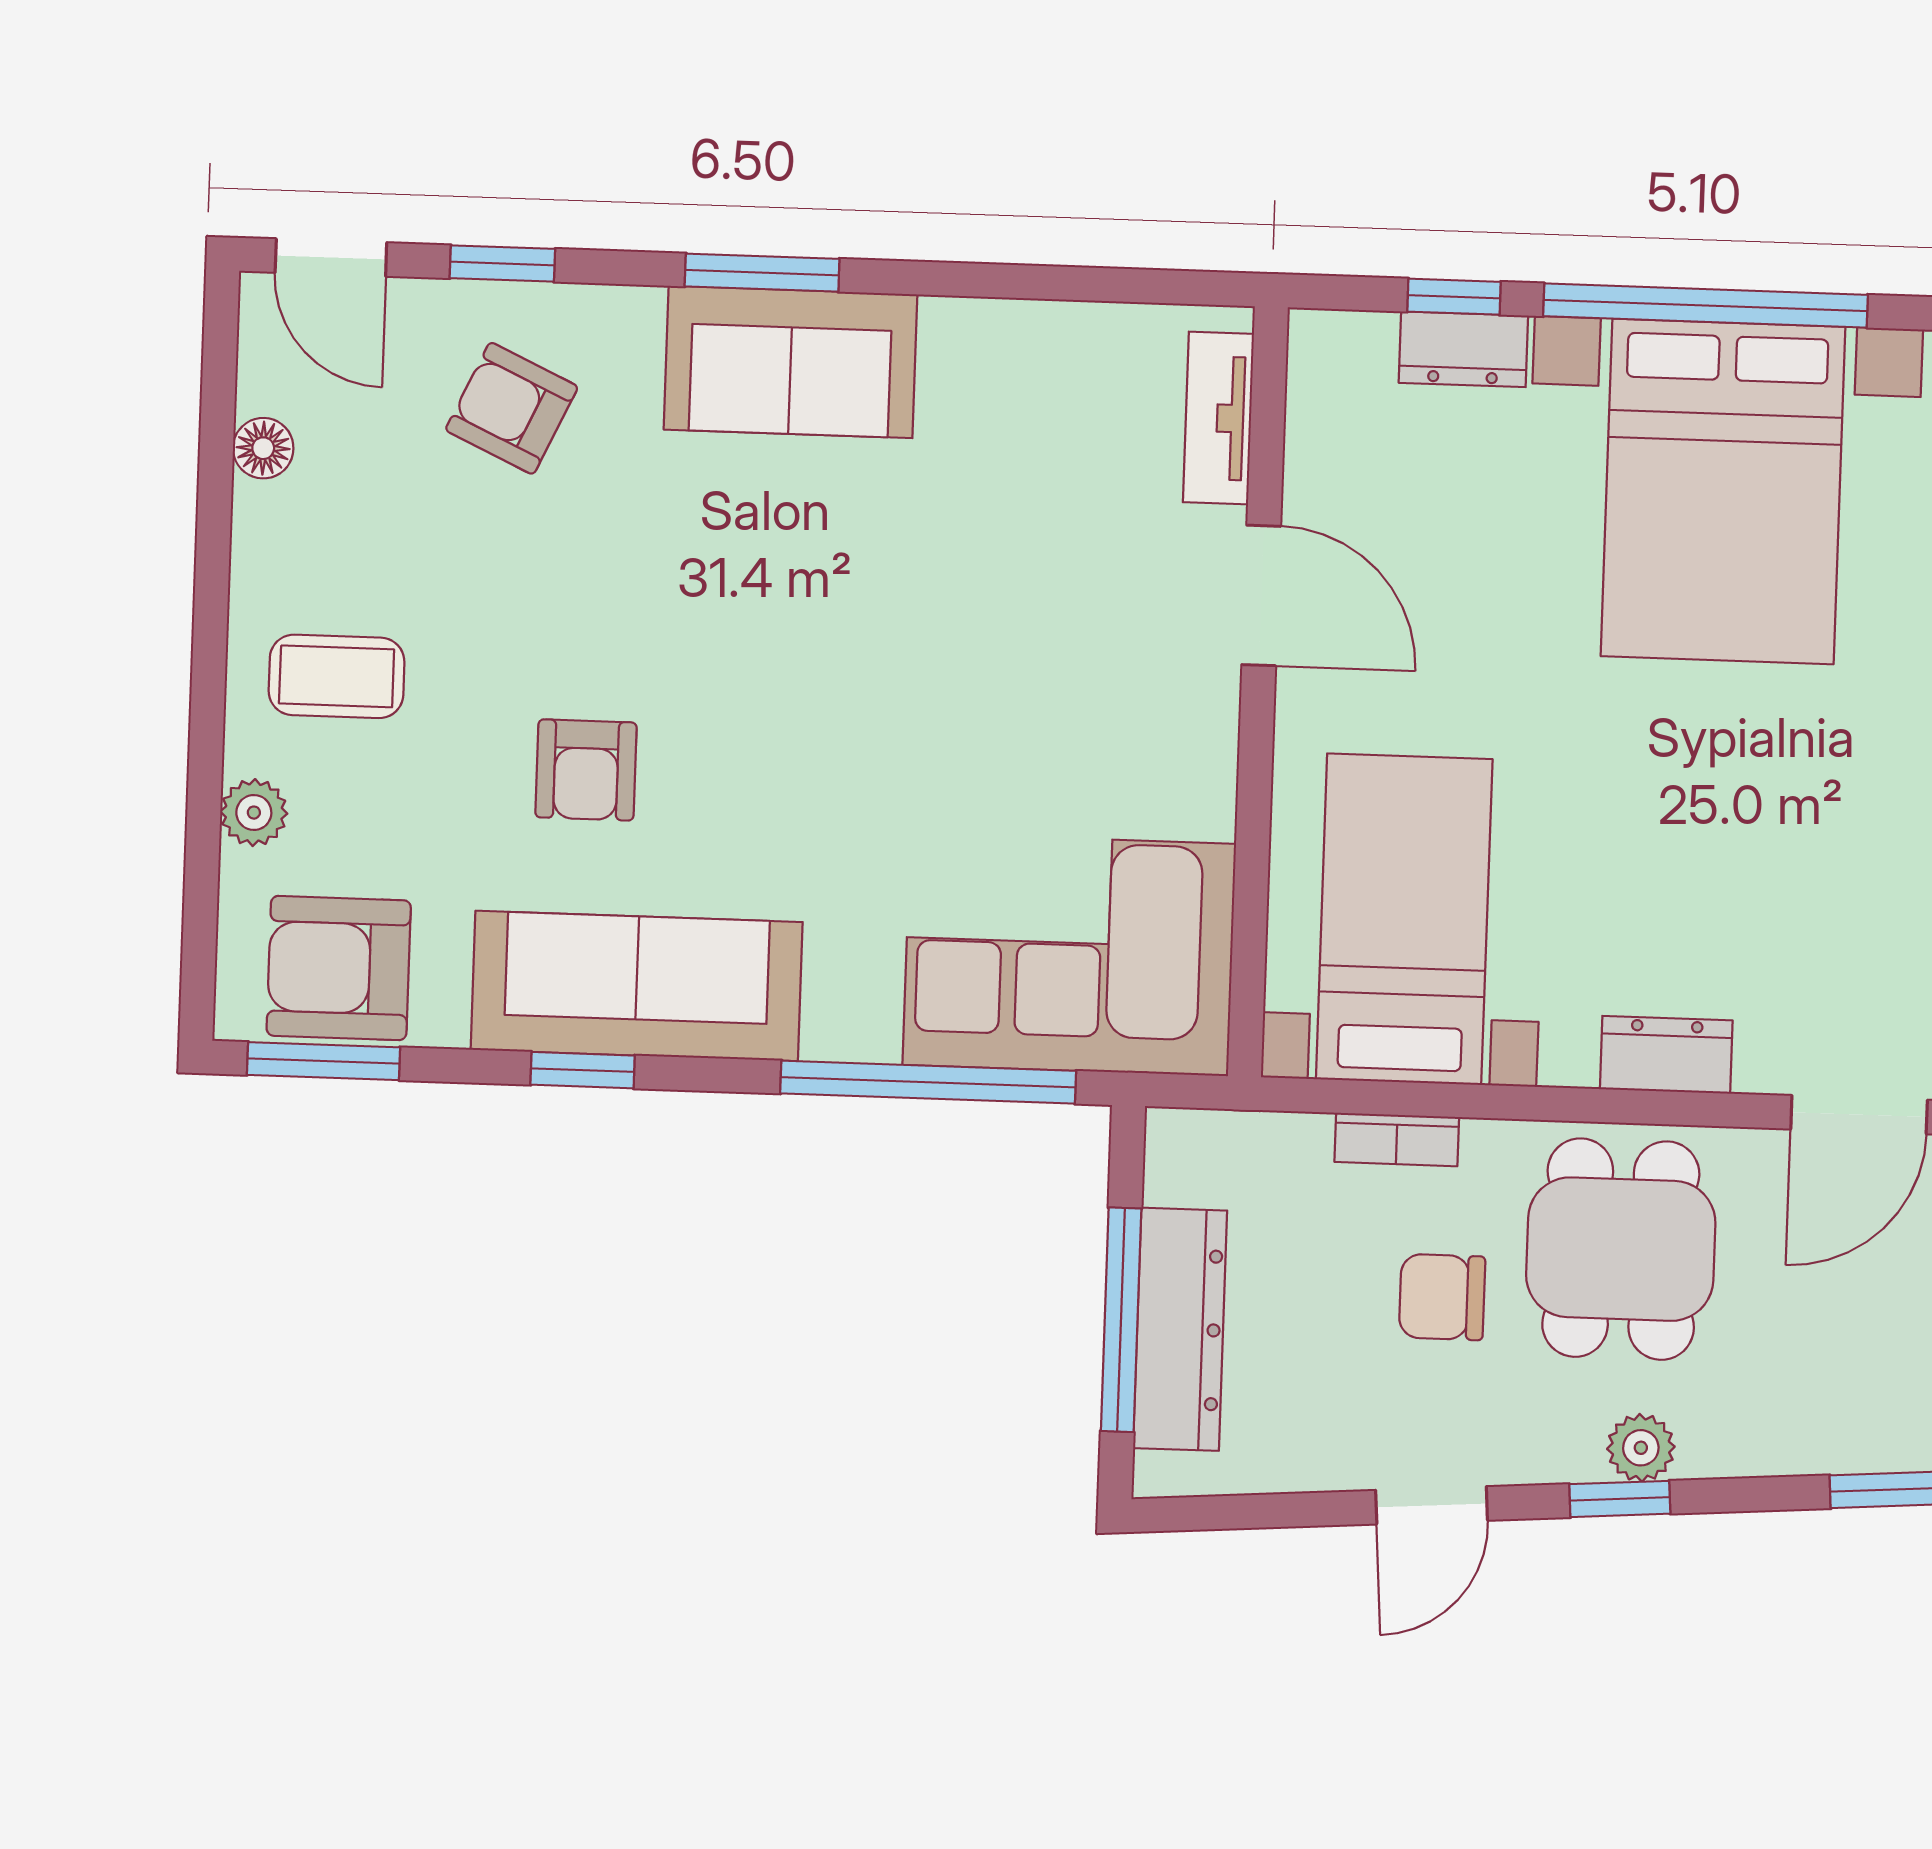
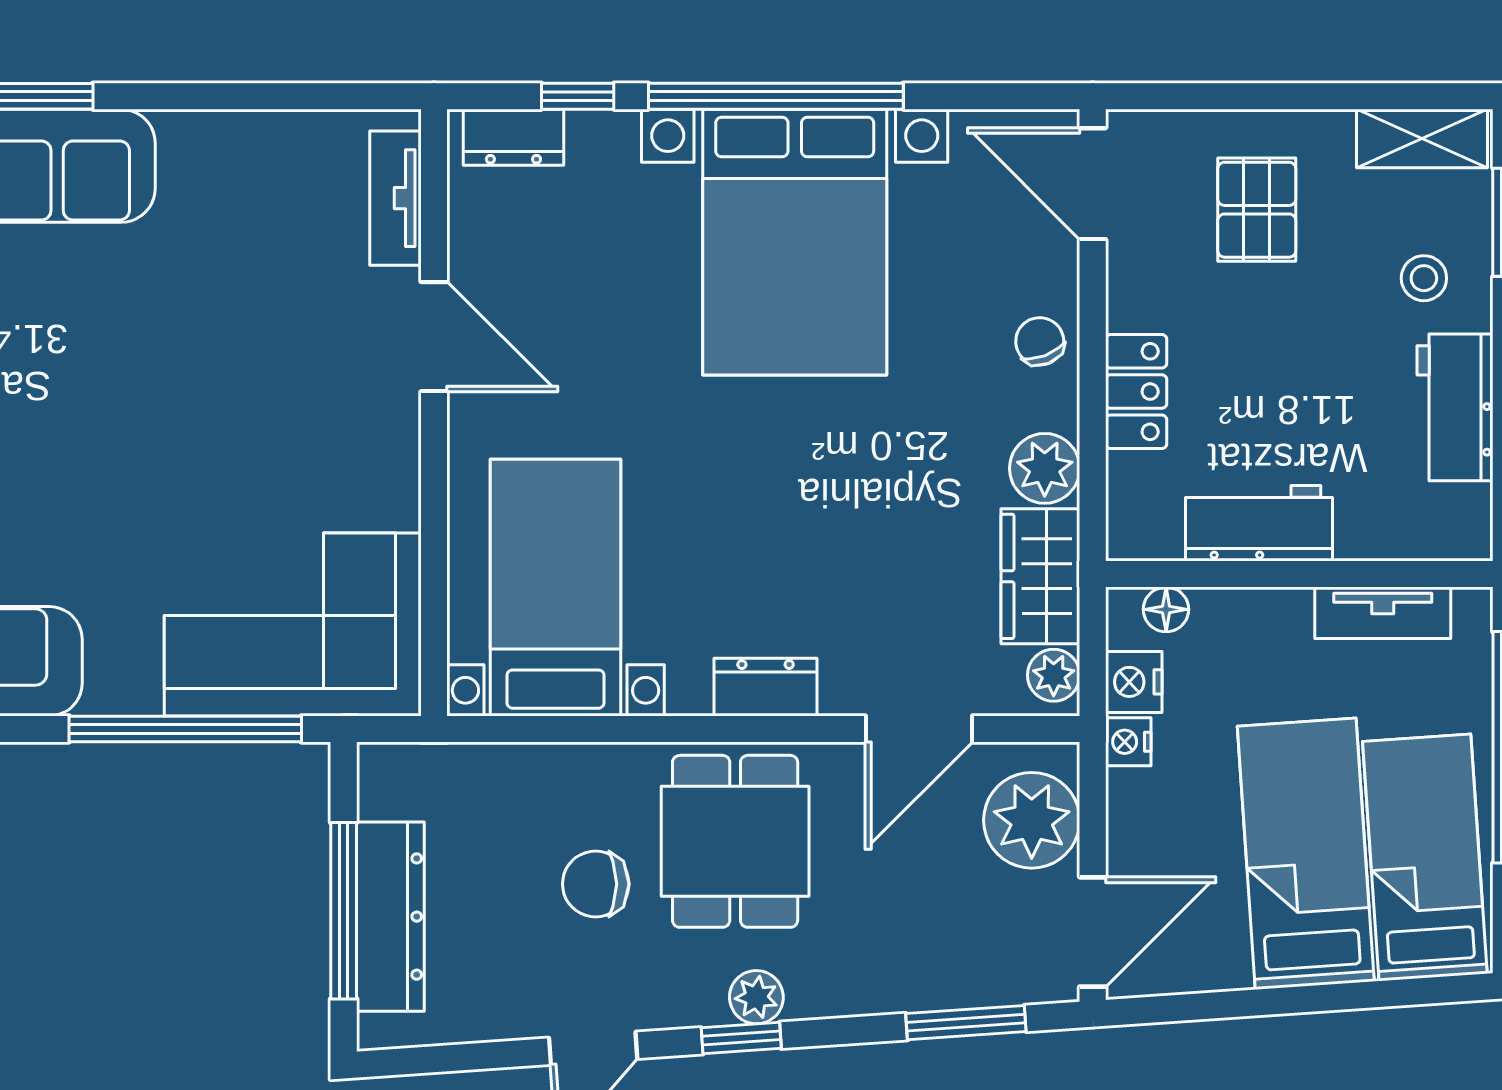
dresser: (1463, 349) -> (513, 137), moved
bookcase: (1397, 1140) -> (556, 761), removed

